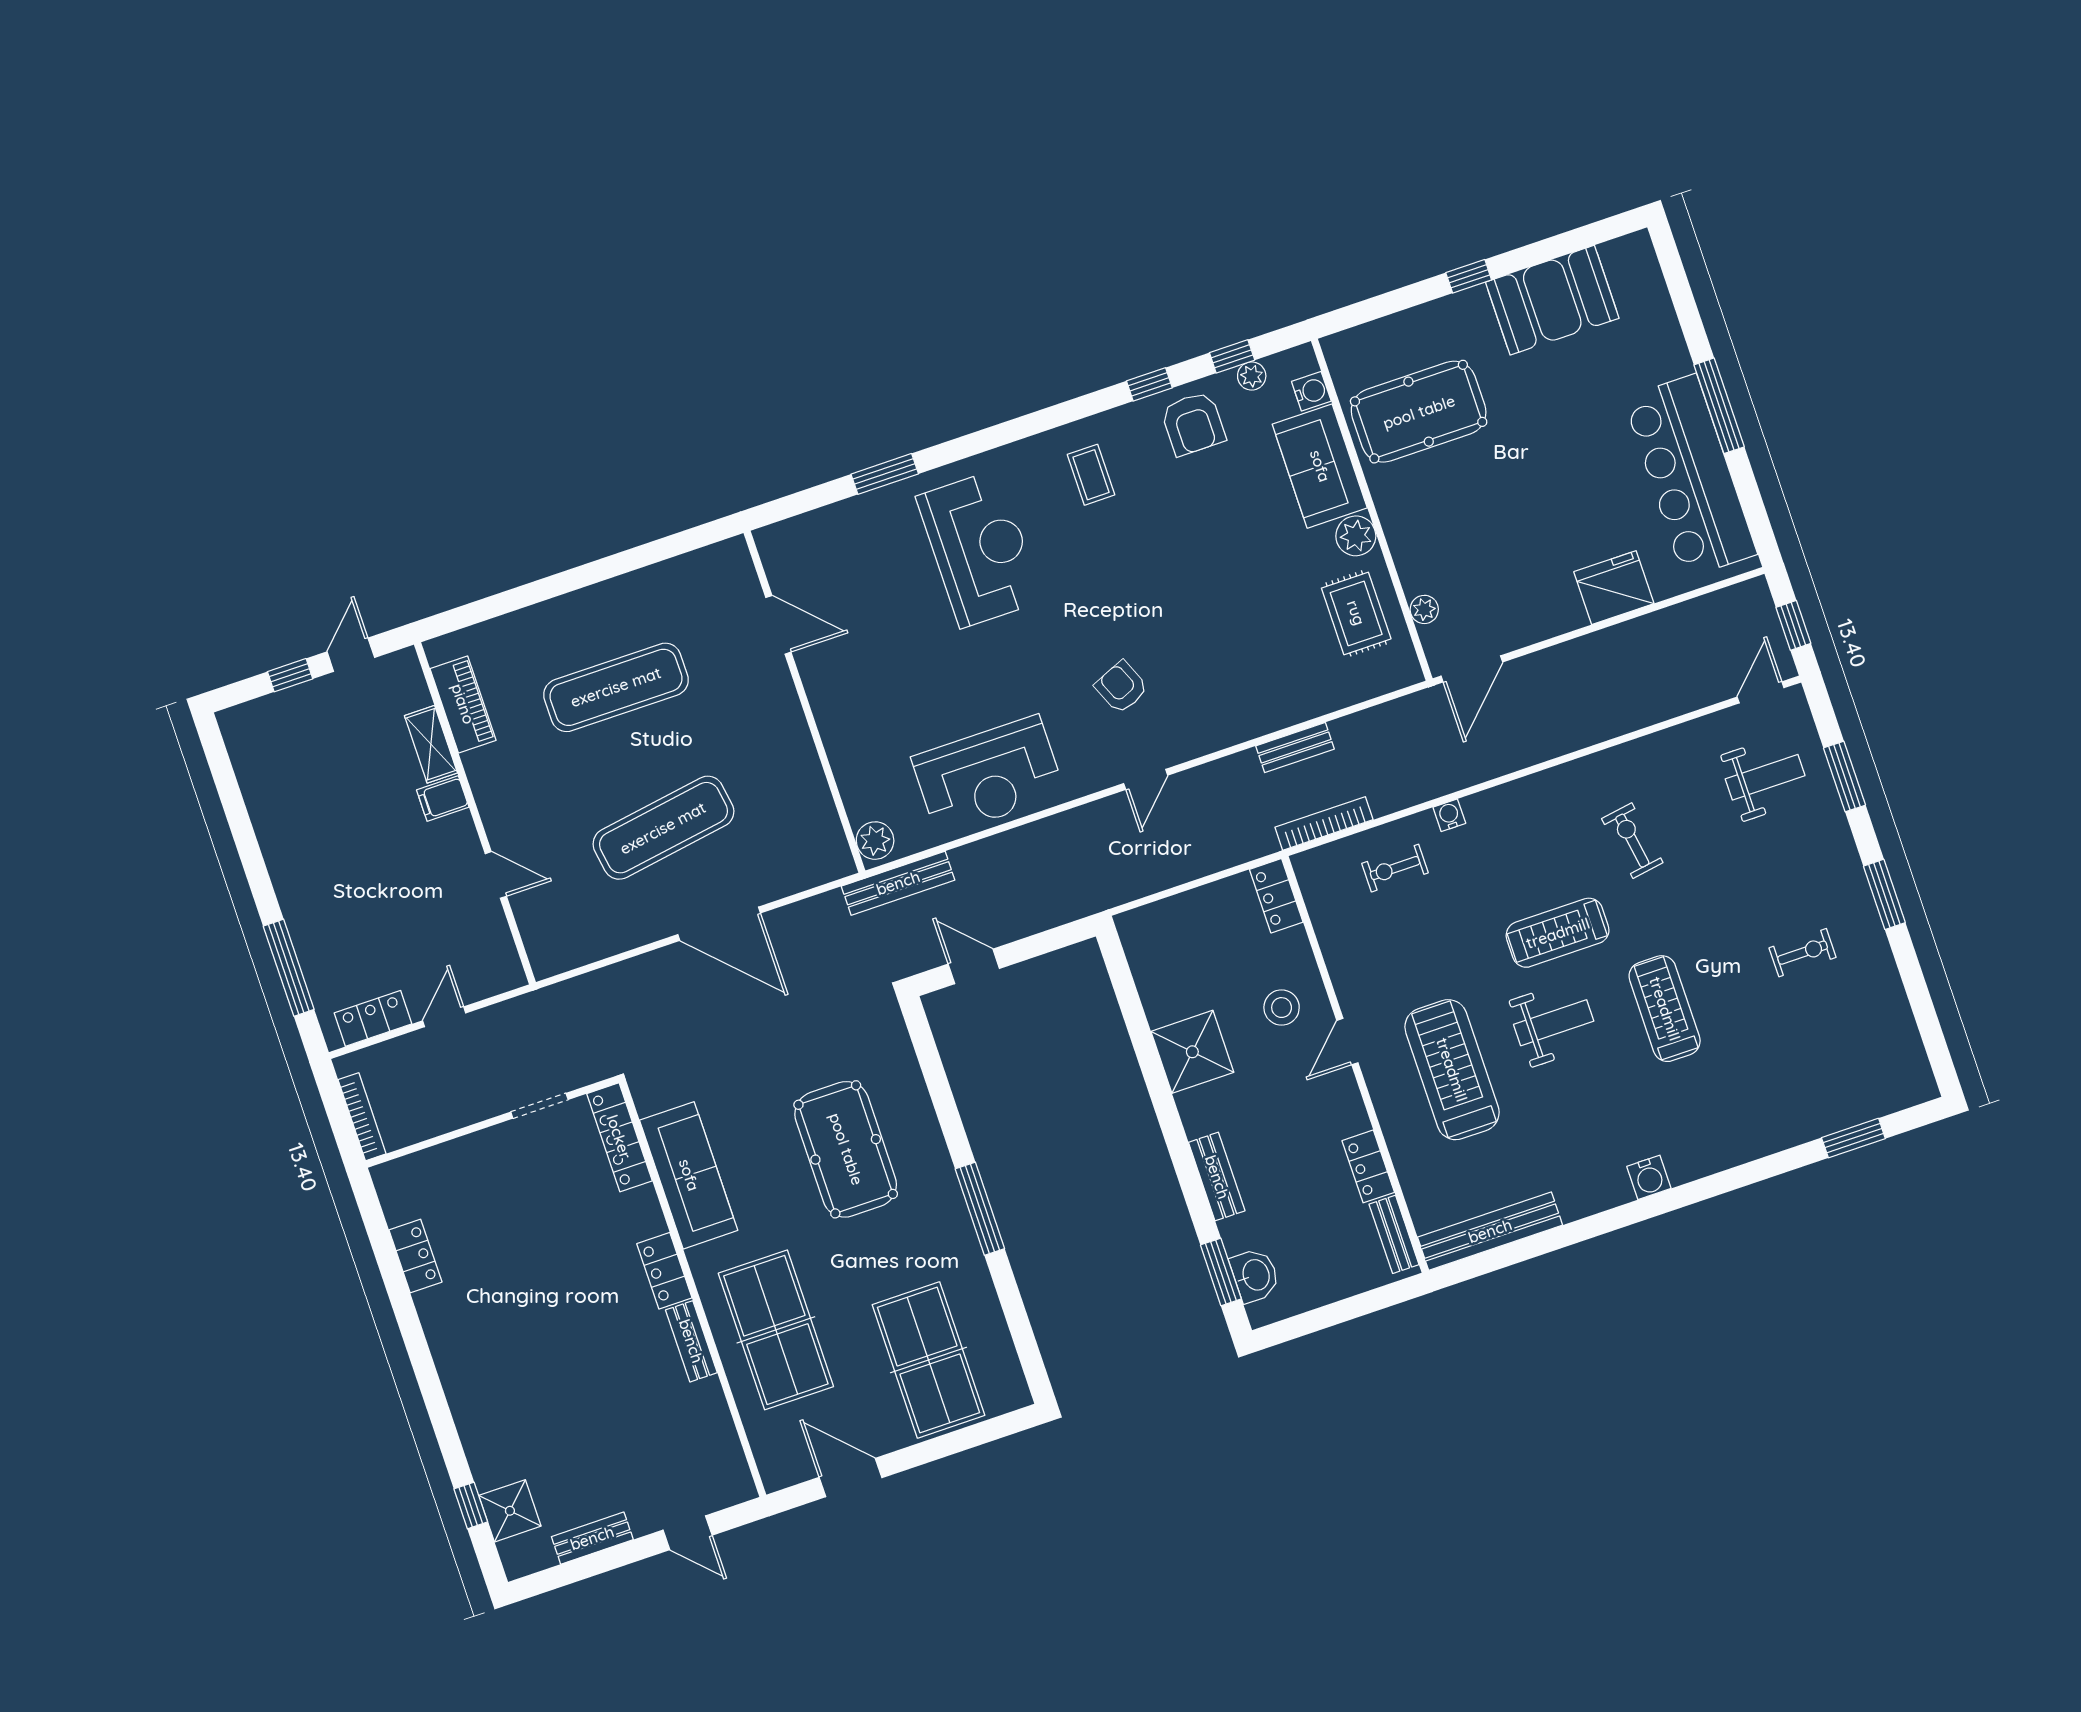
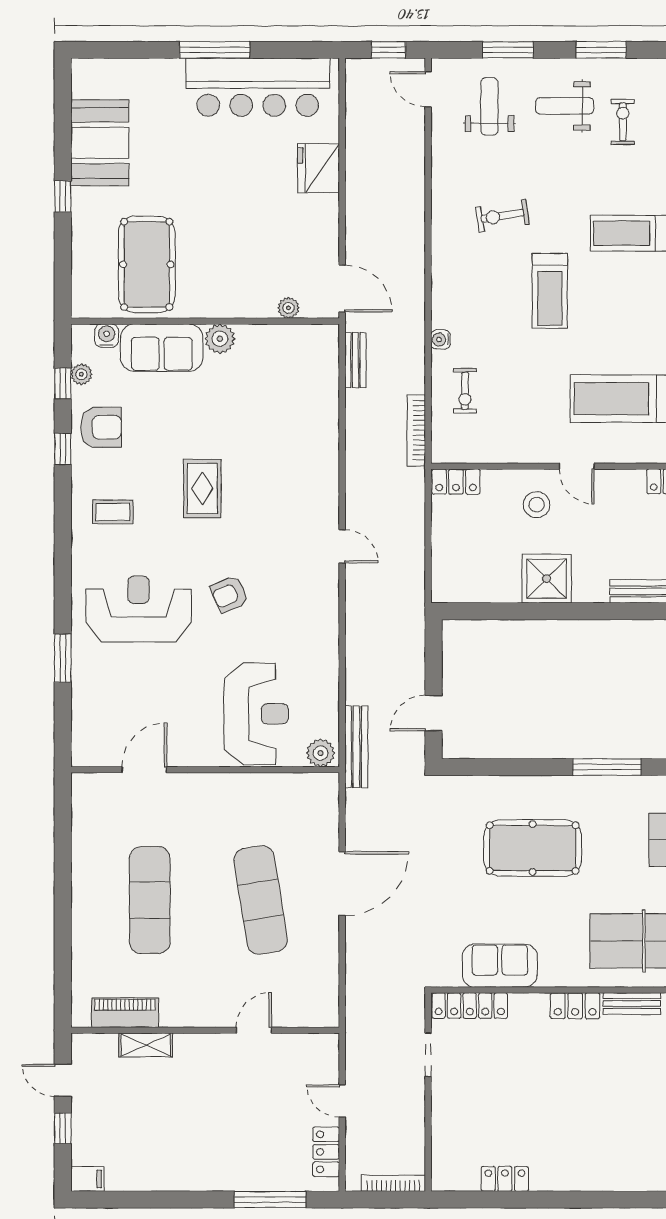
rug: (1356, 613) -> (202, 489), moved, turned 90
armchair: (1121, 687) -> (229, 594), moved
bench: (1295, 748) -> (355, 360), moved
reception desk: (988, 776) -> (256, 714), moved
filing cabinet: (443, 799) -> (87, 1179), moved, turned -90
weight bench: (1554, 1023) -> (565, 106), moved, turned -90
sofa: (689, 1175) -> (500, 966), width x0.73

